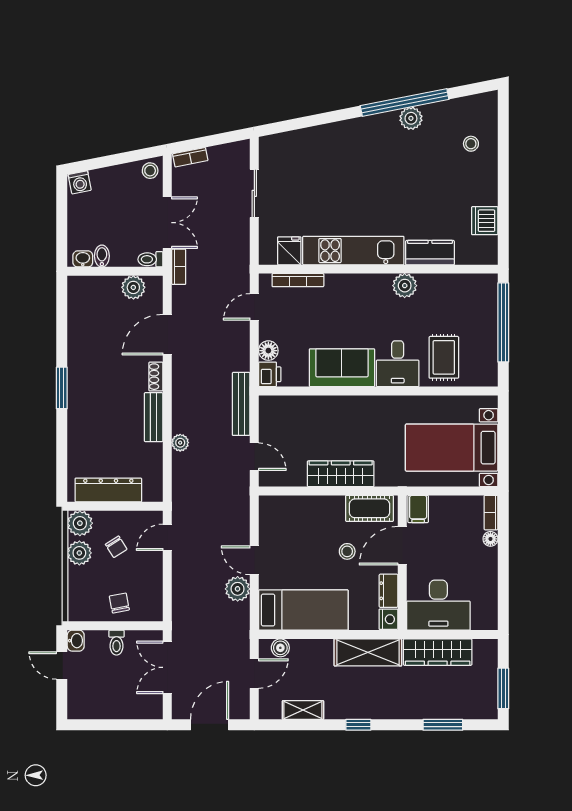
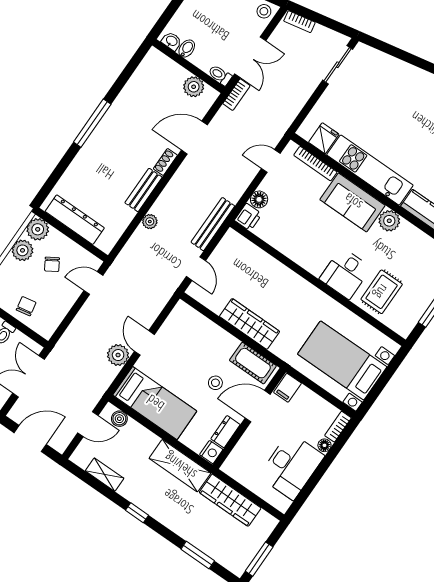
sliding door: (254, 193) -> (338, 65), moved
sofa: (342, 368) -> (353, 202), moved, turned 180
window: (62, 388) -> (92, 123), width x1.44
desk: (438, 605) -> (291, 466), moved, turned -90

